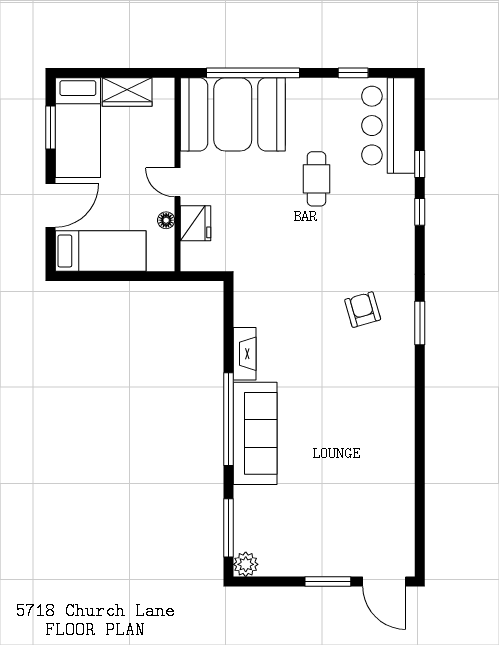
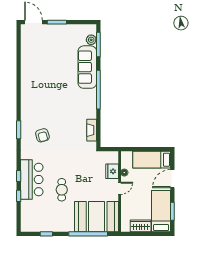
bar counter: (388, 126) -> (32, 179), moved
door: (177, 182) -> (120, 188), hinge flipped
fireplace: (245, 354) -> (92, 130), moved
sofa: (255, 433) -> (87, 67), moved
plant: (246, 564) -> (91, 40), moved

